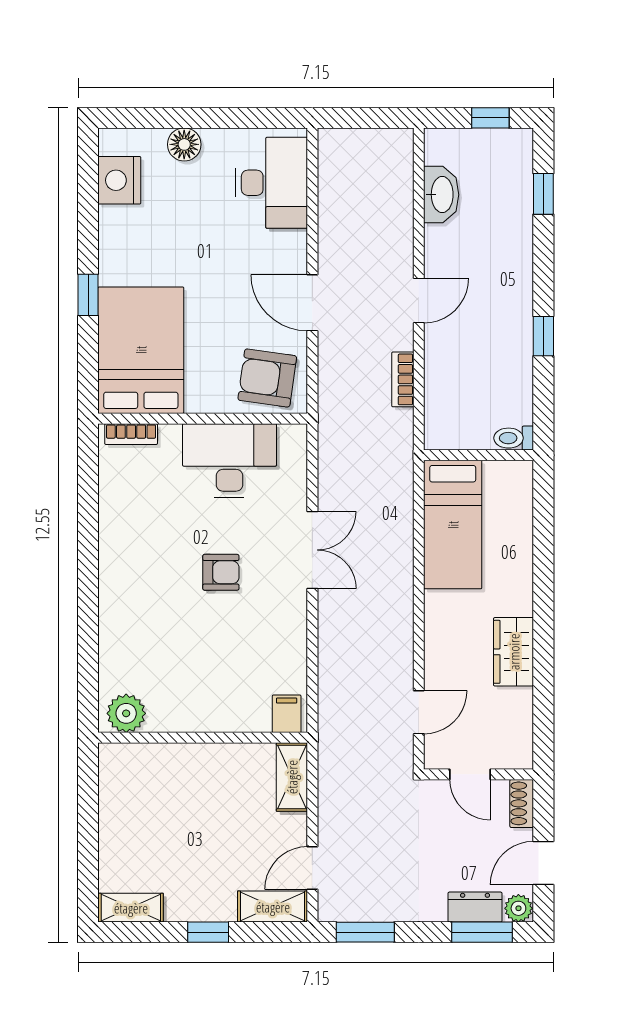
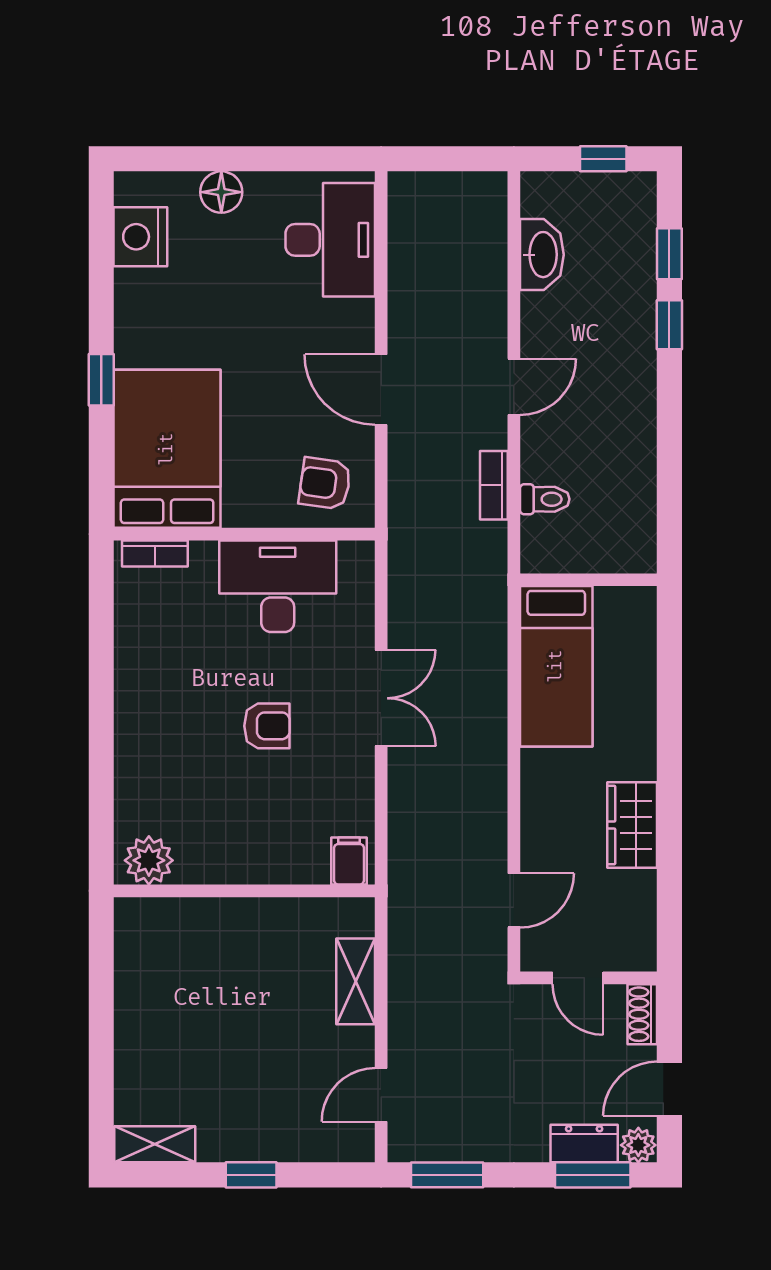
window: (543, 336) -> (669, 325), moved
armchair: (267, 378) -> (325, 483), width x0.72, depth x0.72
toilet: (514, 438) -> (545, 499), moved, turned 180
plant: (126, 713) -> (149, 860), moved
filing cabinet: (287, 714) -> (349, 861), moved
wall: (203, 738) -> (244, 891), moved
shelving: (273, 907) -> (331, 1143), removed

